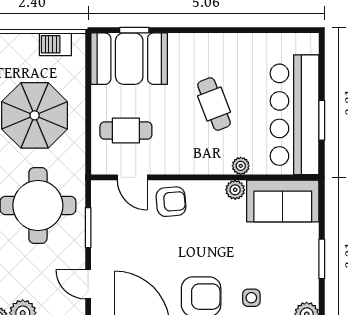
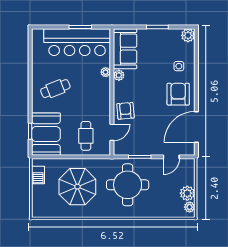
cafe table: (214, 104) -> (55, 89), moved

